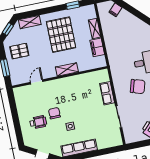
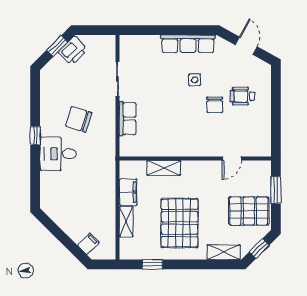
pallet: (19, 51) -> (249, 211), width x1.50, depth x1.42
shelving: (67, 69) -> (164, 168), moved

